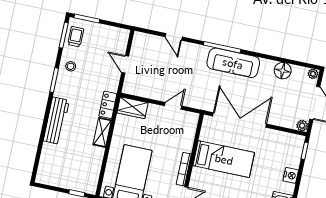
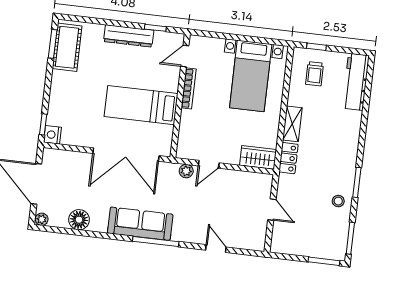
trolley: (76, 37) -> (315, 74), moved
workbench: (56, 121) -> (356, 82), moved
plant: (302, 126) -> (186, 171), moved
nightstand: (291, 175) -> (52, 135), moved

